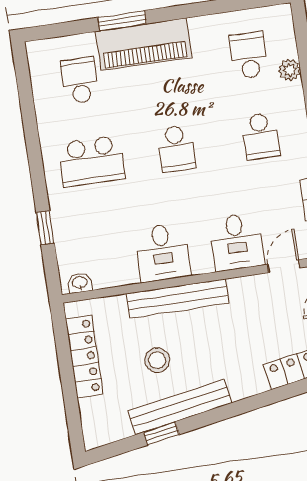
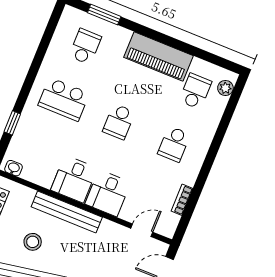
window: (122, 21) -> (104, 15), moved
piano: (144, 44) -> (158, 56), moved
plant: (290, 70) -> (225, 88), moved
desk: (236, 242) -> (108, 193), moved

